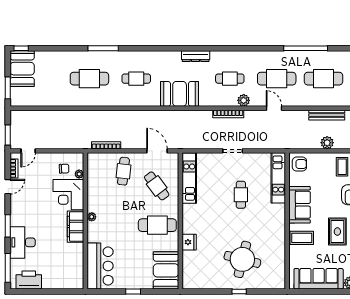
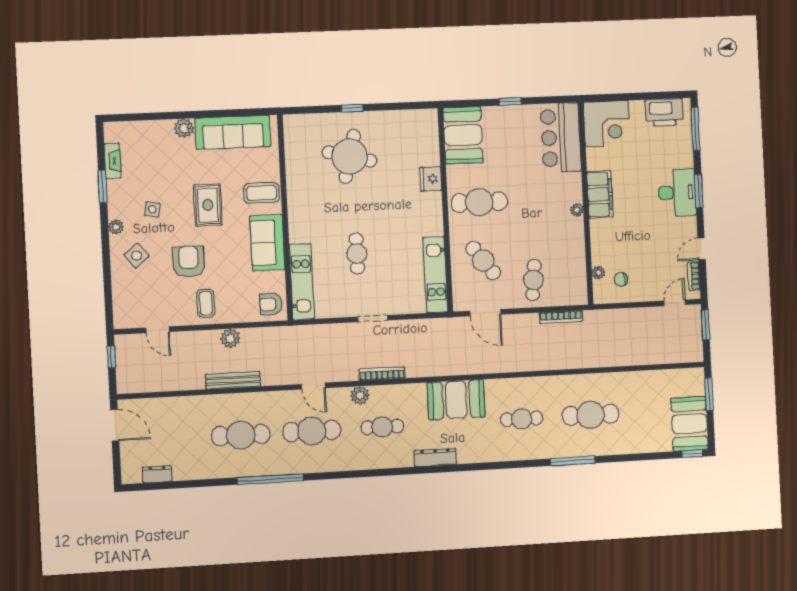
corner desk: (68, 195) -> (607, 124), moved, turned 90
desk: (23, 242) -> (677, 192), moved

